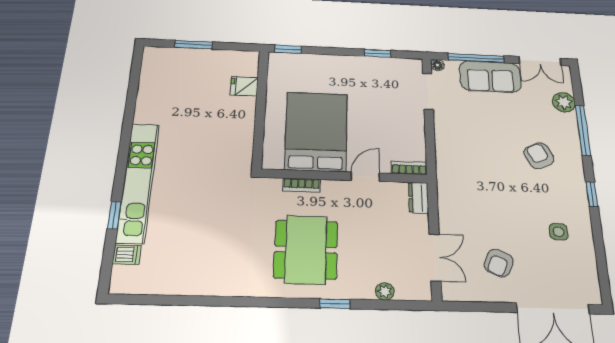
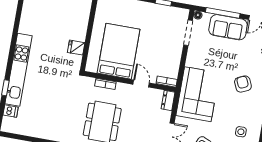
fridge: (244, 86) -> (76, 48), moved
door: (365, 177) -> (141, 84), hinge flipped
corner sofa: (468, 181) -> (198, 94), added

